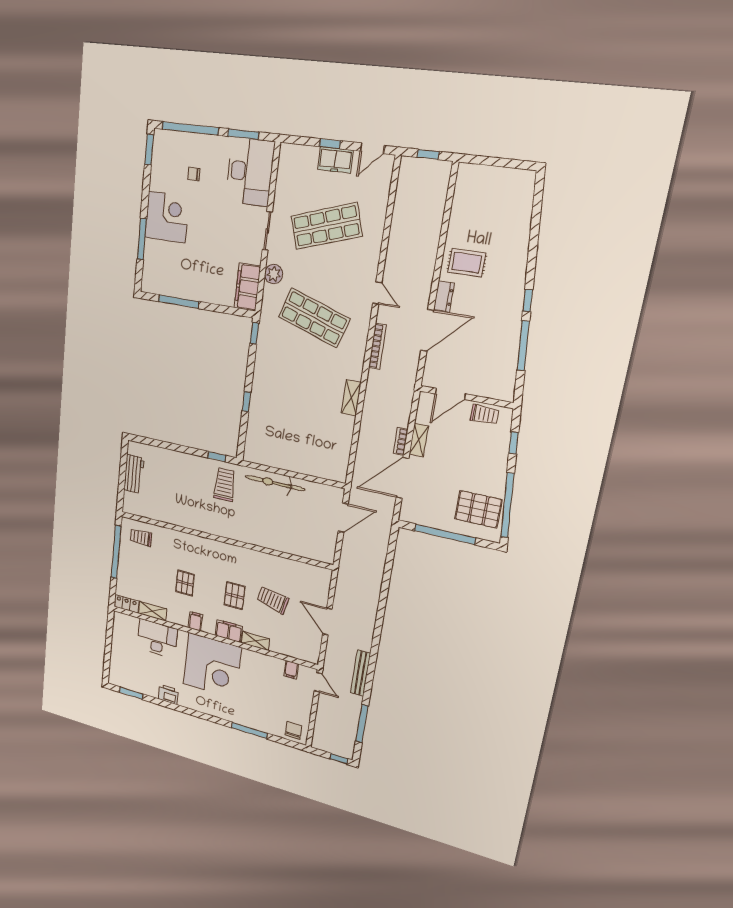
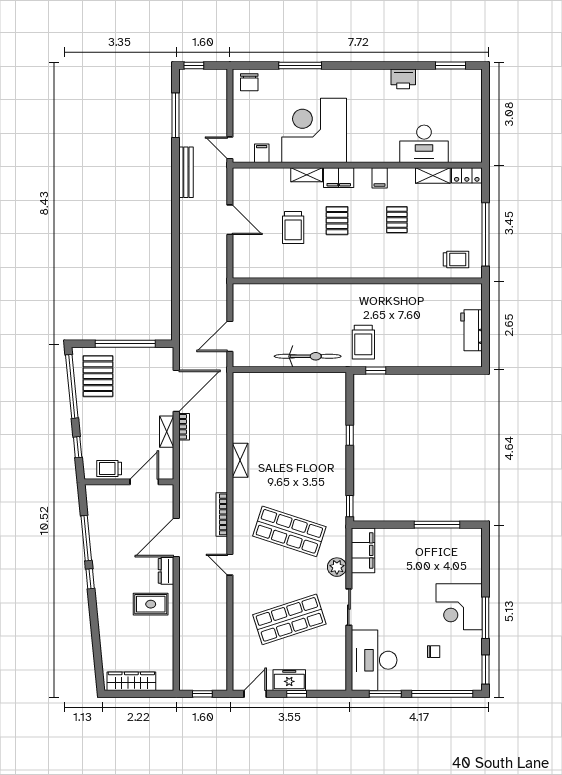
wardrobe: (504, 178) -> (131, 681), added
window: (142, 239) -> (485, 618), moved
pallet: (478, 509) -> (98, 376), turned 90
trolley: (273, 600) -> (293, 228), turned 77
corner desk: (212, 666) -> (314, 130), moved

